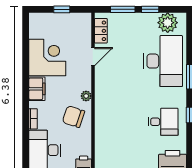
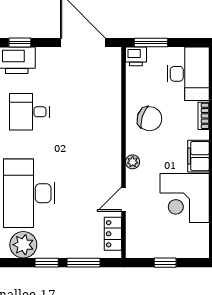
plant: (86, 96) -> (133, 162), moved

